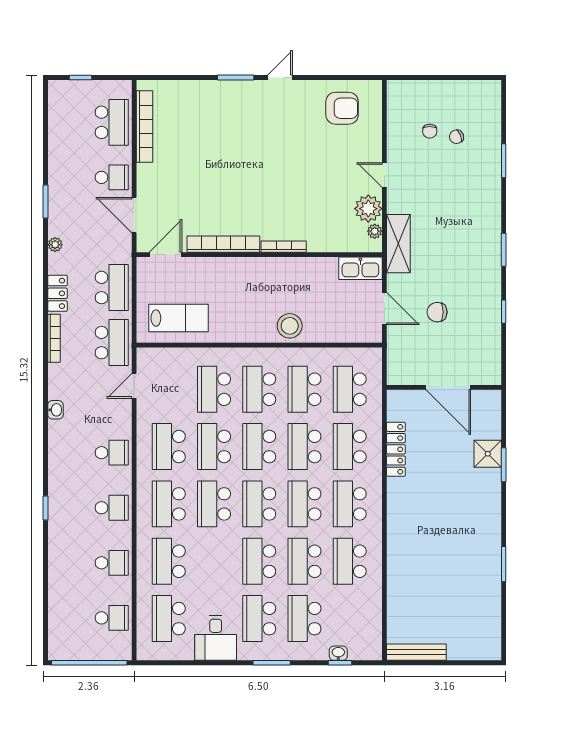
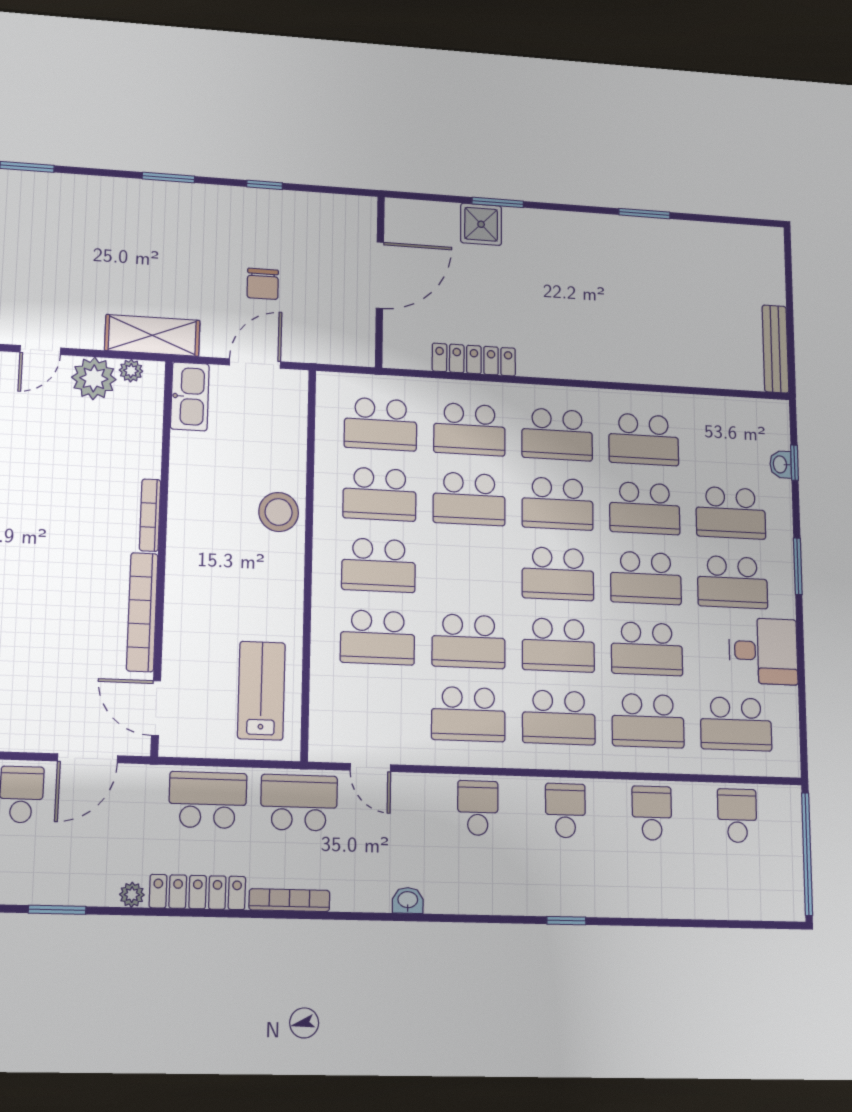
locker: (58, 293) -> (198, 892), width x1.53
school desk: (259, 447) -> (647, 649), moved

